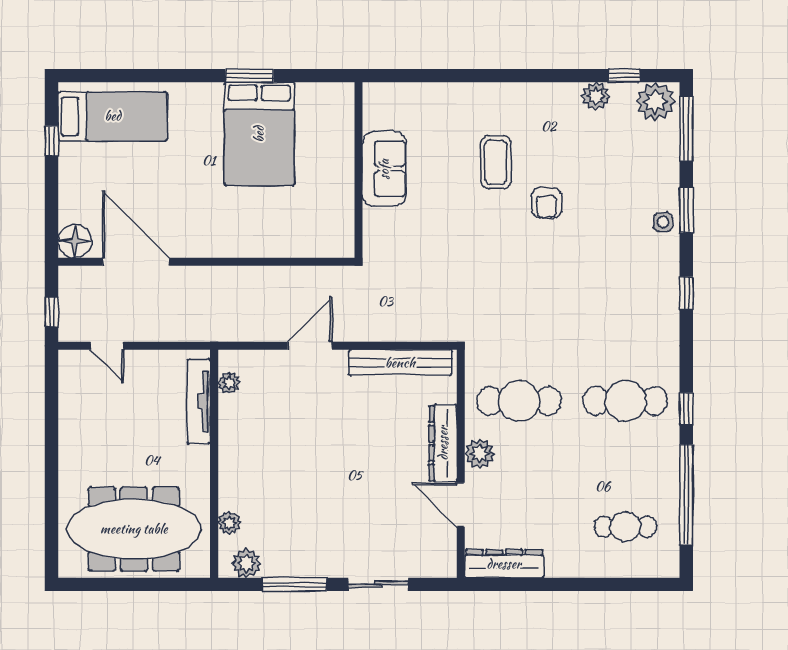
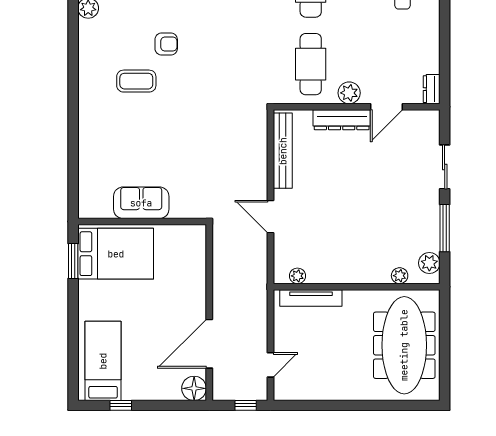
sofa: (384, 169) -> (141, 203), moved
wall: (358, 170) -> (142, 222), moved
dresser: (504, 564) -> (432, 89), width x0.51, depth x0.80

